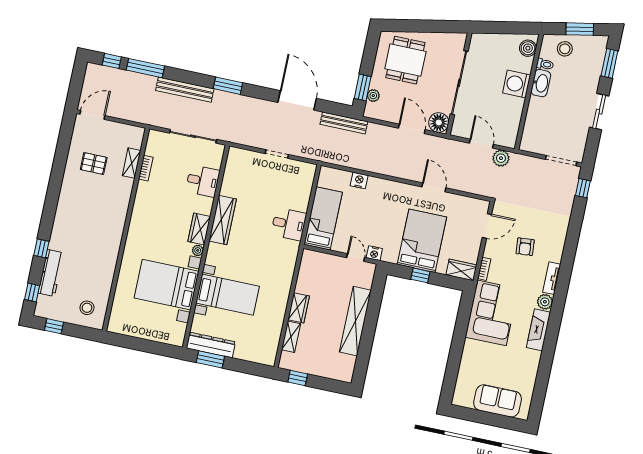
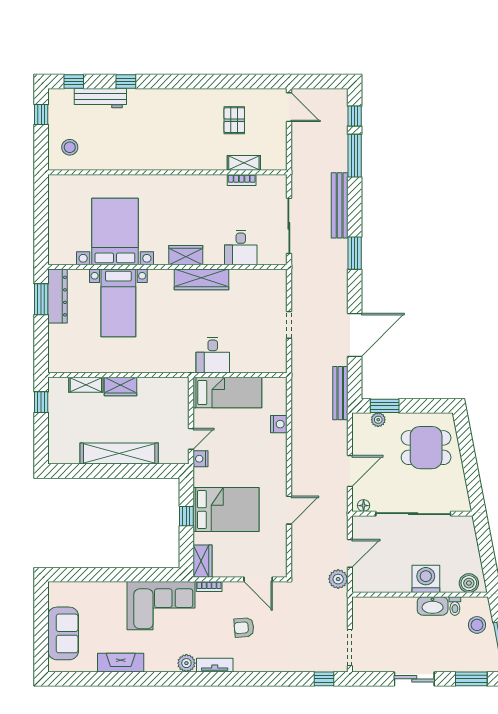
floor lamp: (439, 122) -> (364, 506), width x0.53, depth x0.53
plant: (198, 250) -> (161, 259), removed
fireplace: (538, 330) -> (121, 663), moved

